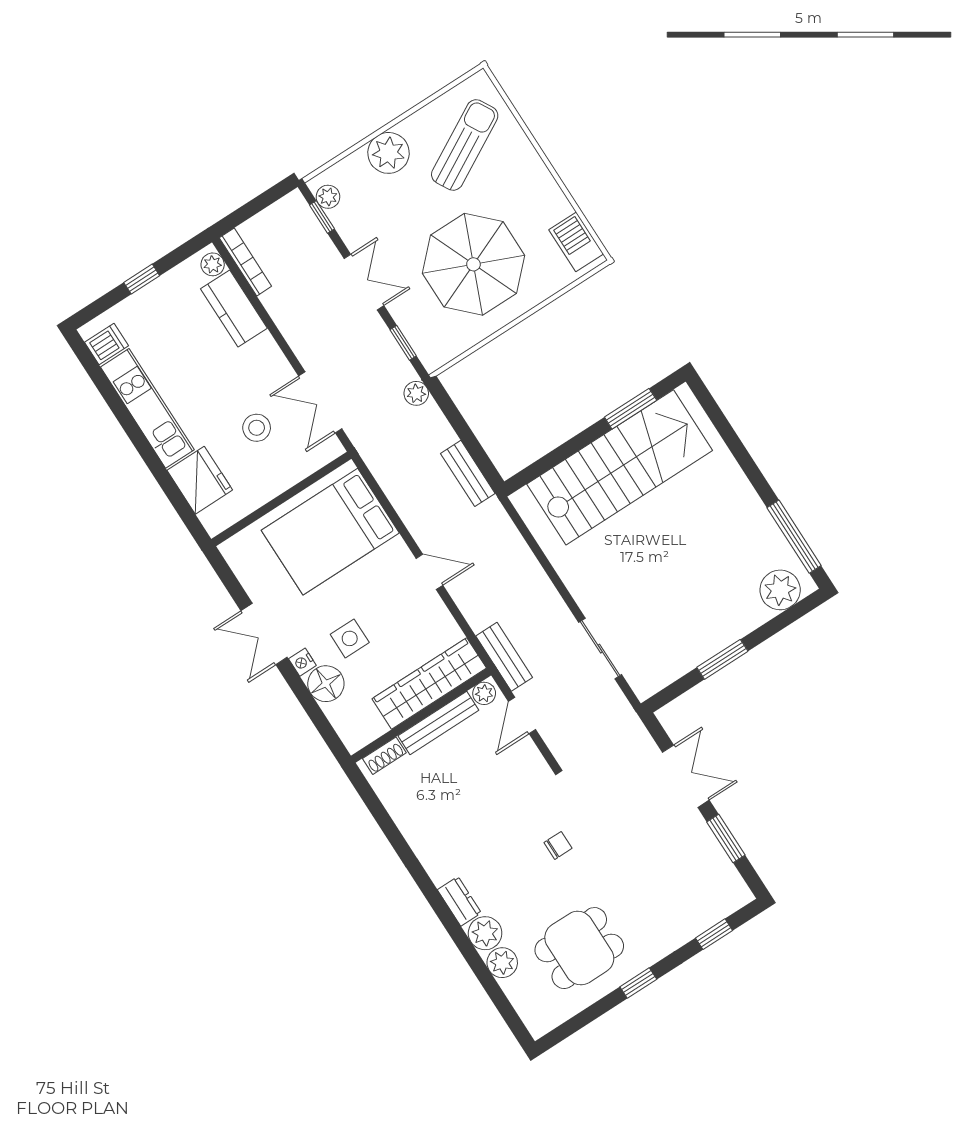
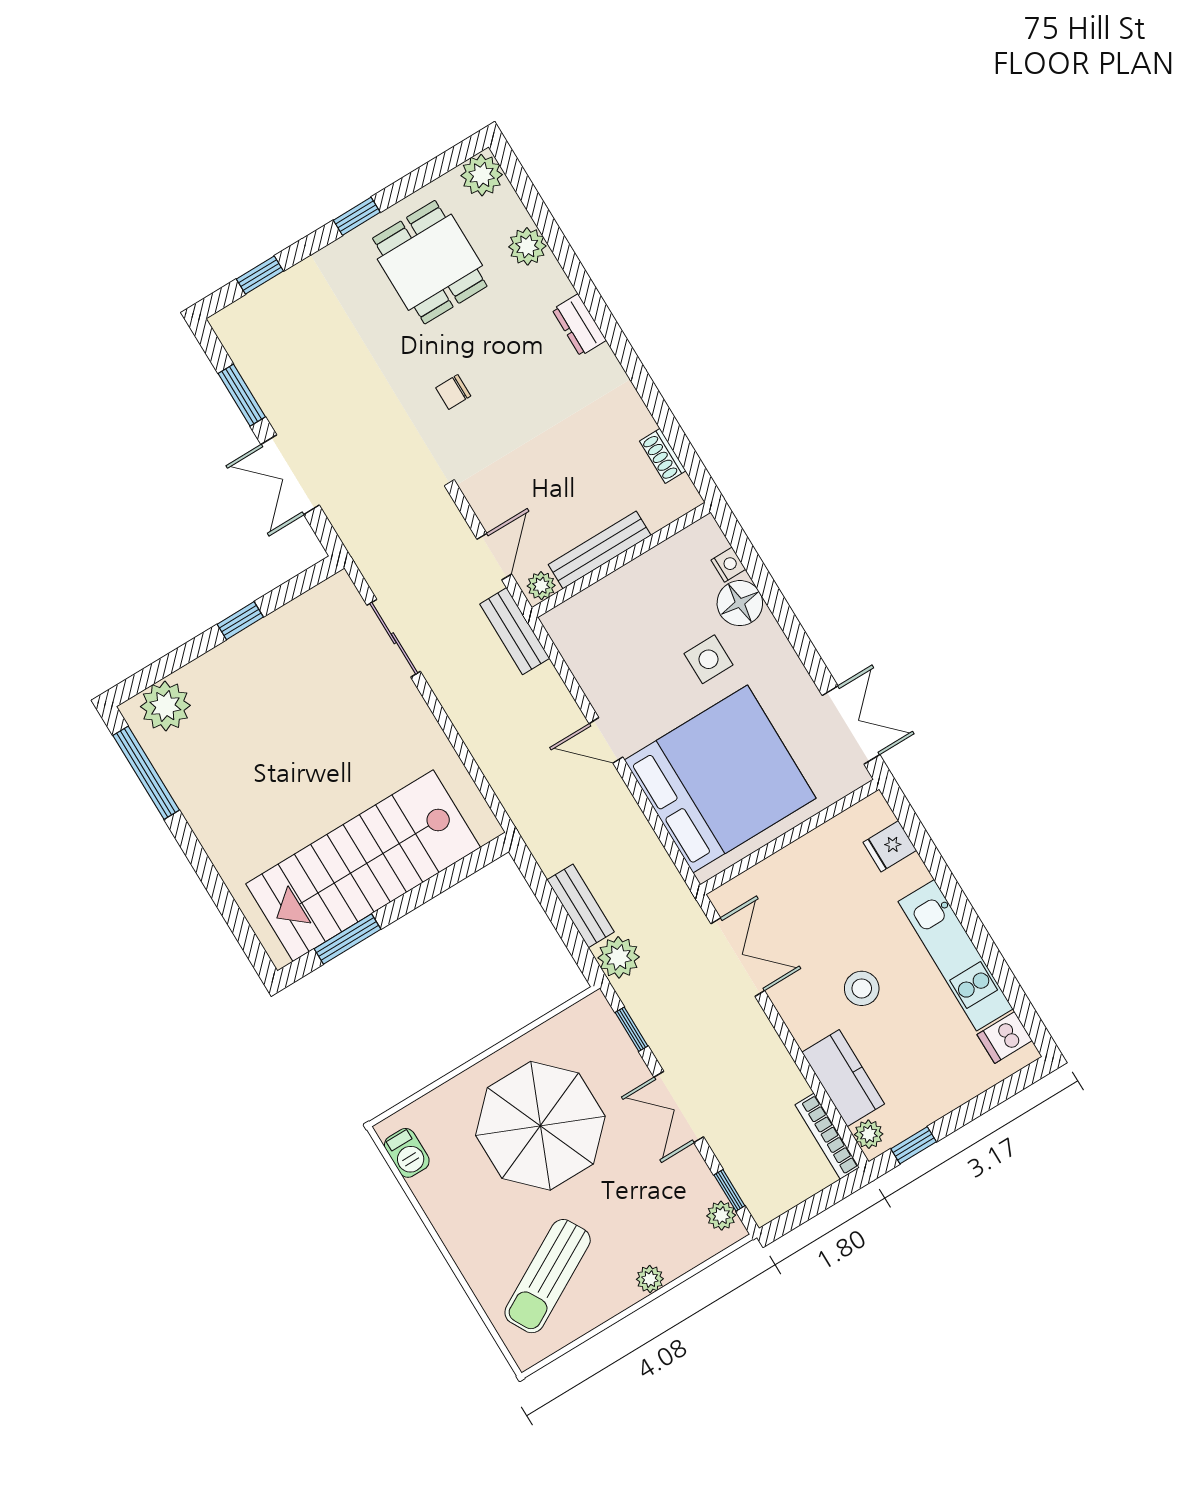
plant: (388, 153) -> (650, 1279), width x0.53, depth x0.53
barbecue: (576, 242) -> (407, 1153), width x0.73, depth x0.79
window: (142, 279) -> (914, 1145), moved
plant: (416, 393) -> (619, 957), width x1.38, depth x1.38
stool: (257, 428) -> (862, 988), moved
bench: (468, 473) -> (581, 906), moved
fridge: (200, 480) -> (890, 846), width x0.53, depth x0.75
bed: (330, 532) -> (720, 779), width x1.36
double door: (264, 634) -> (851, 725), moved
window: (722, 659) -> (240, 621), width x0.67
nightstand: (302, 662) -> (728, 565), moved
wardrobe: (429, 683) -> (610, 600), removed
shoe rack: (384, 756) -> (663, 456), moved, turned -90
plant: (485, 933) -> (482, 175), moved
dining table: (579, 948) -> (430, 262), turned 90

